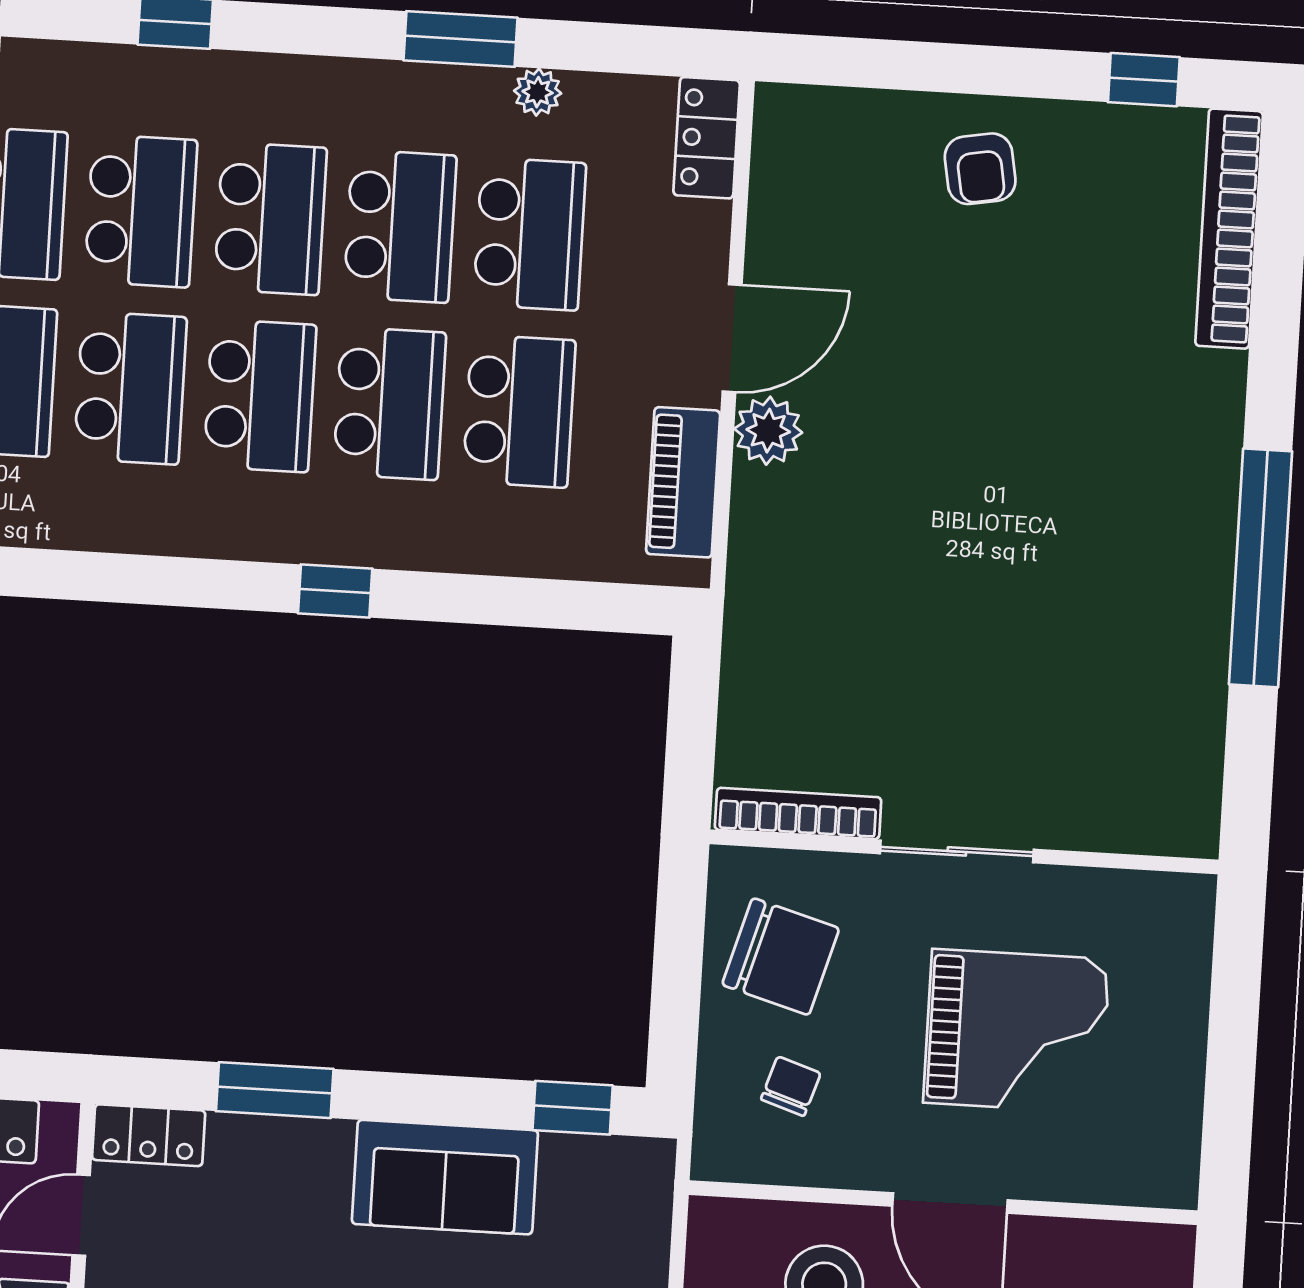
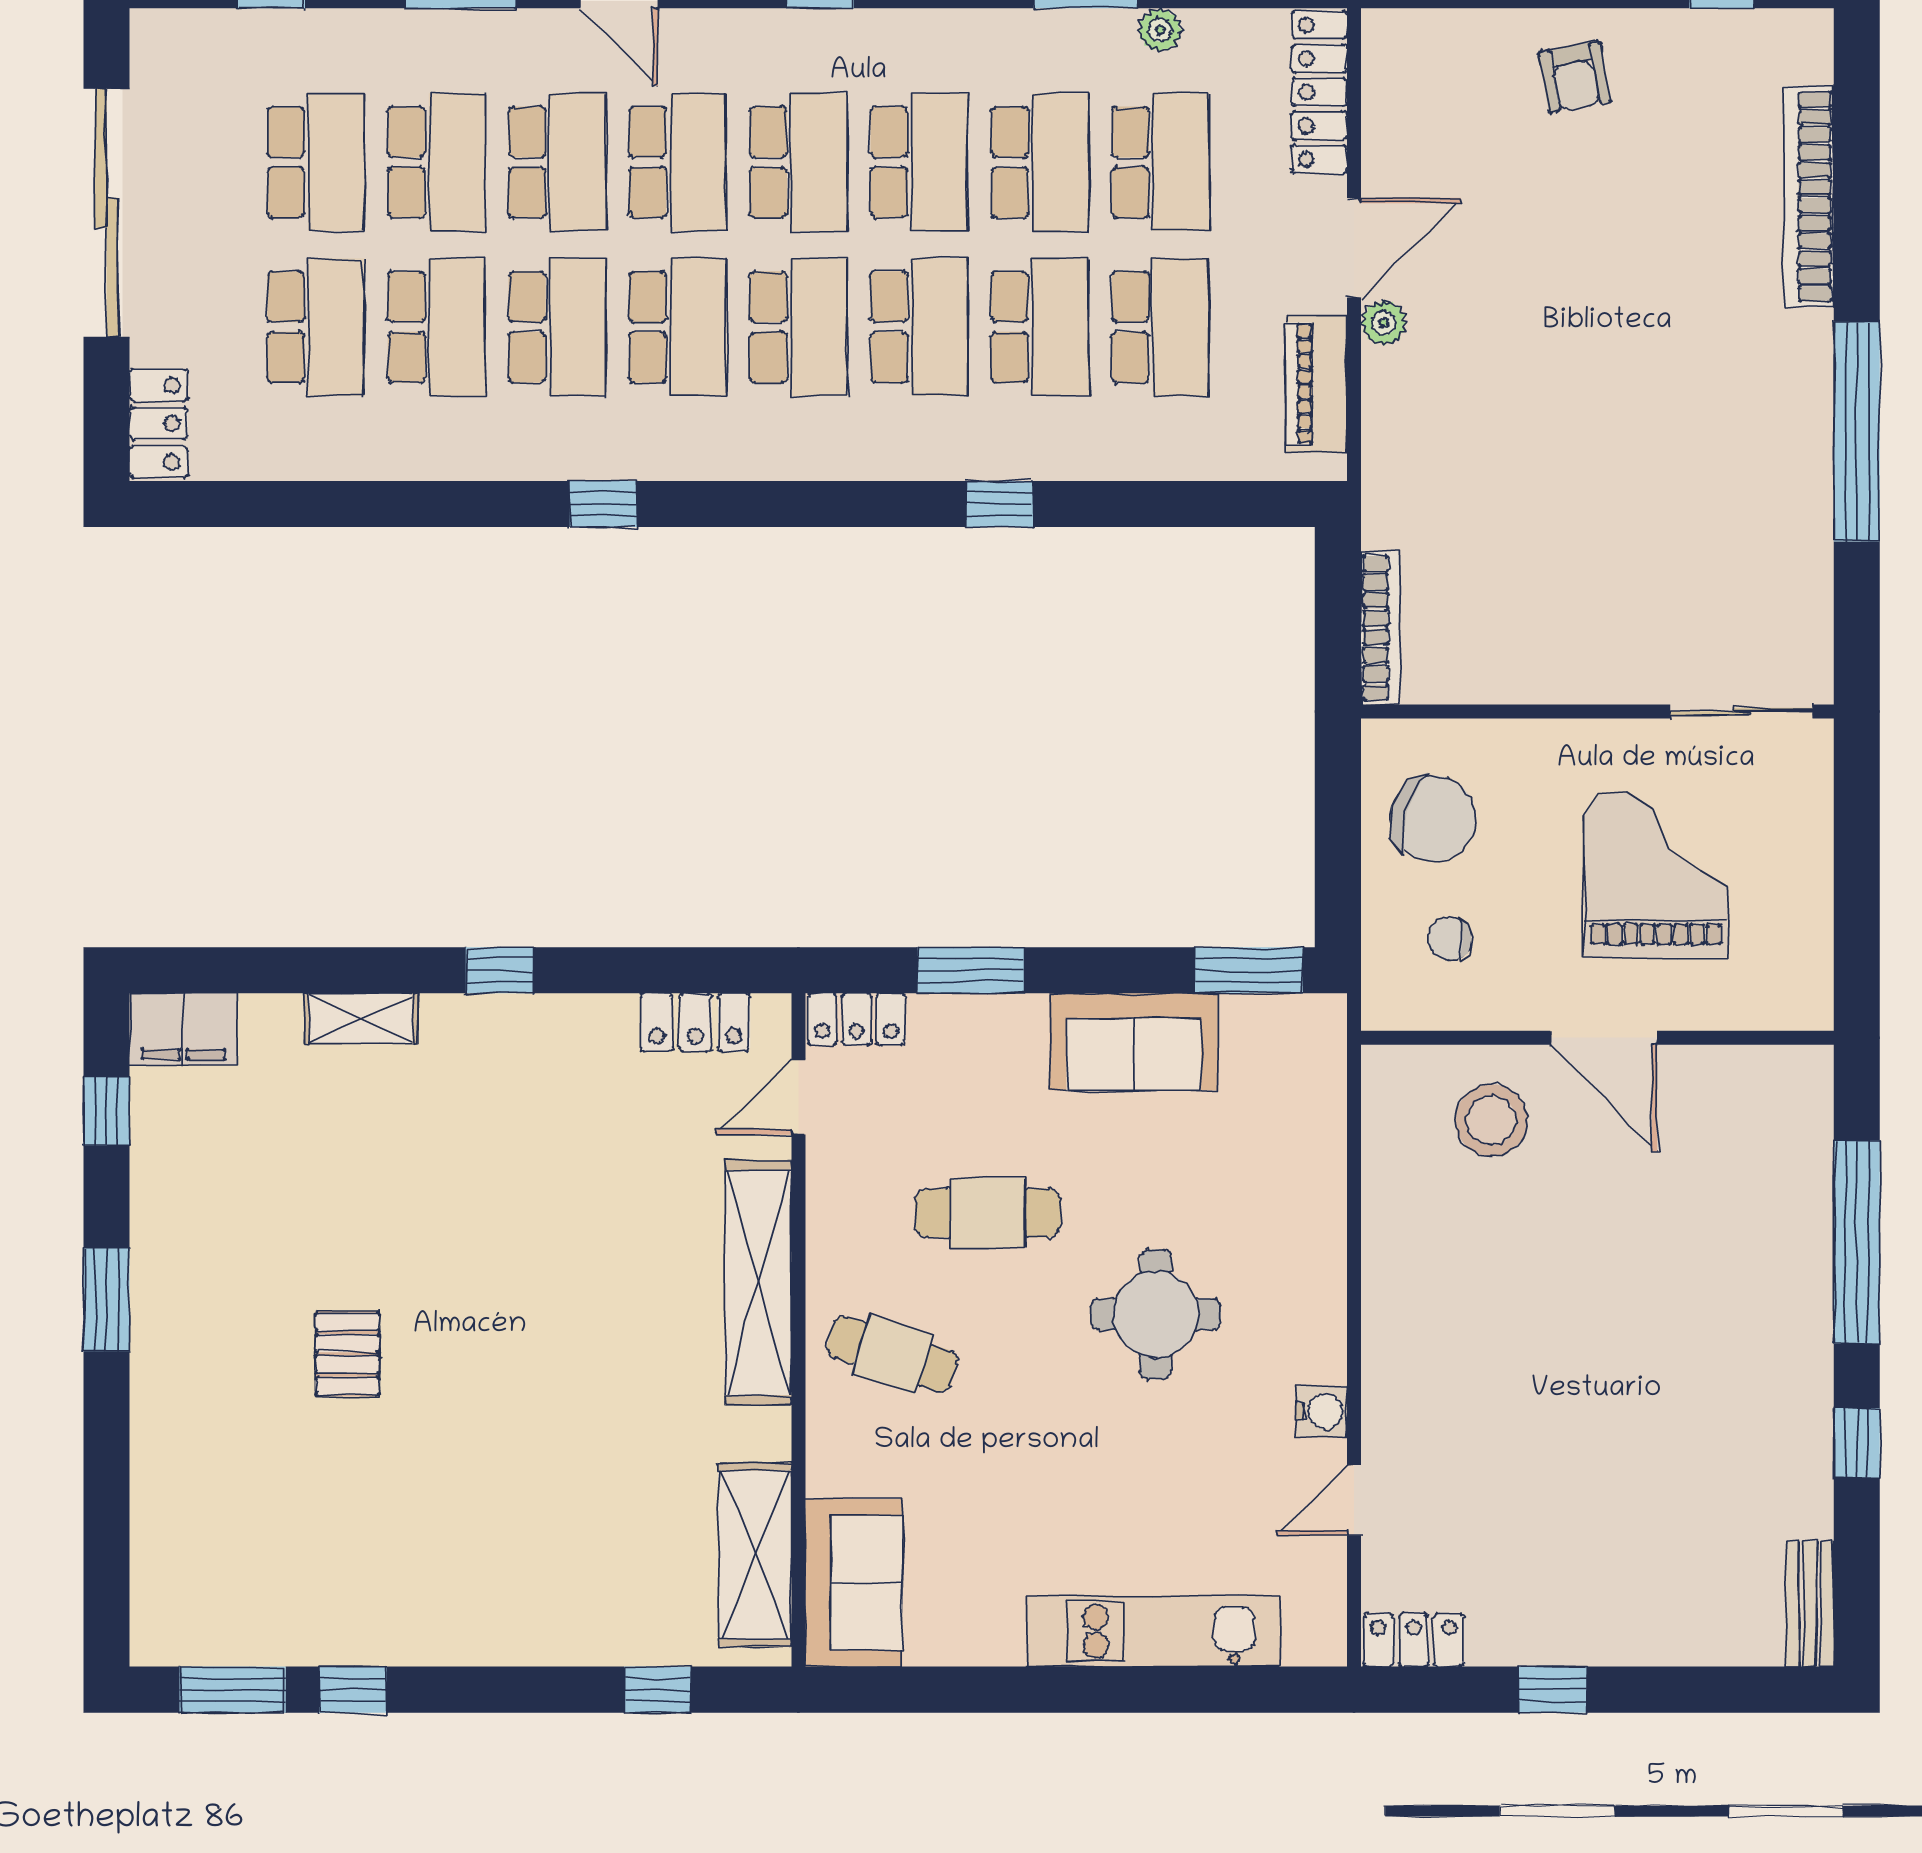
locker: (707, 138) -> (1319, 92), width x1.53
bookcase: (1229, 229) -> (1809, 197), moved
plant: (768, 431) -> (1384, 323), width x0.73, depth x0.73
bookcase: (798, 813) -> (1380, 628), moved, turned 90
sliding door: (957, 851) -> (1741, 711), moved
grand piano: (1016, 1031) -> (1656, 875), turned -90
chair: (791, 1086) -> (1450, 938), turned -108
window: (573, 1108) -> (1248, 970), width x1.50

